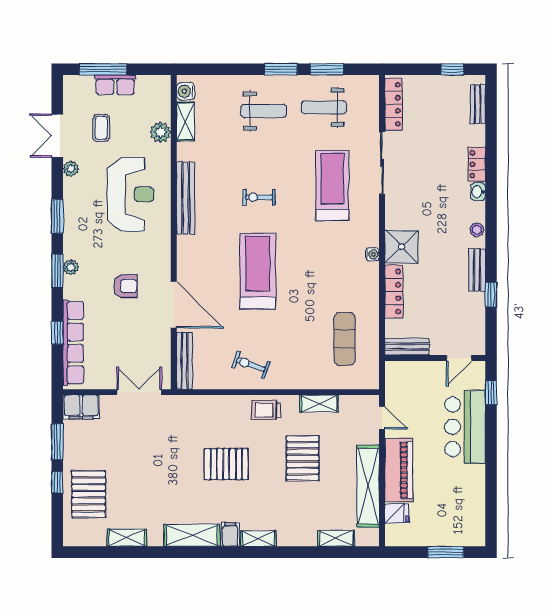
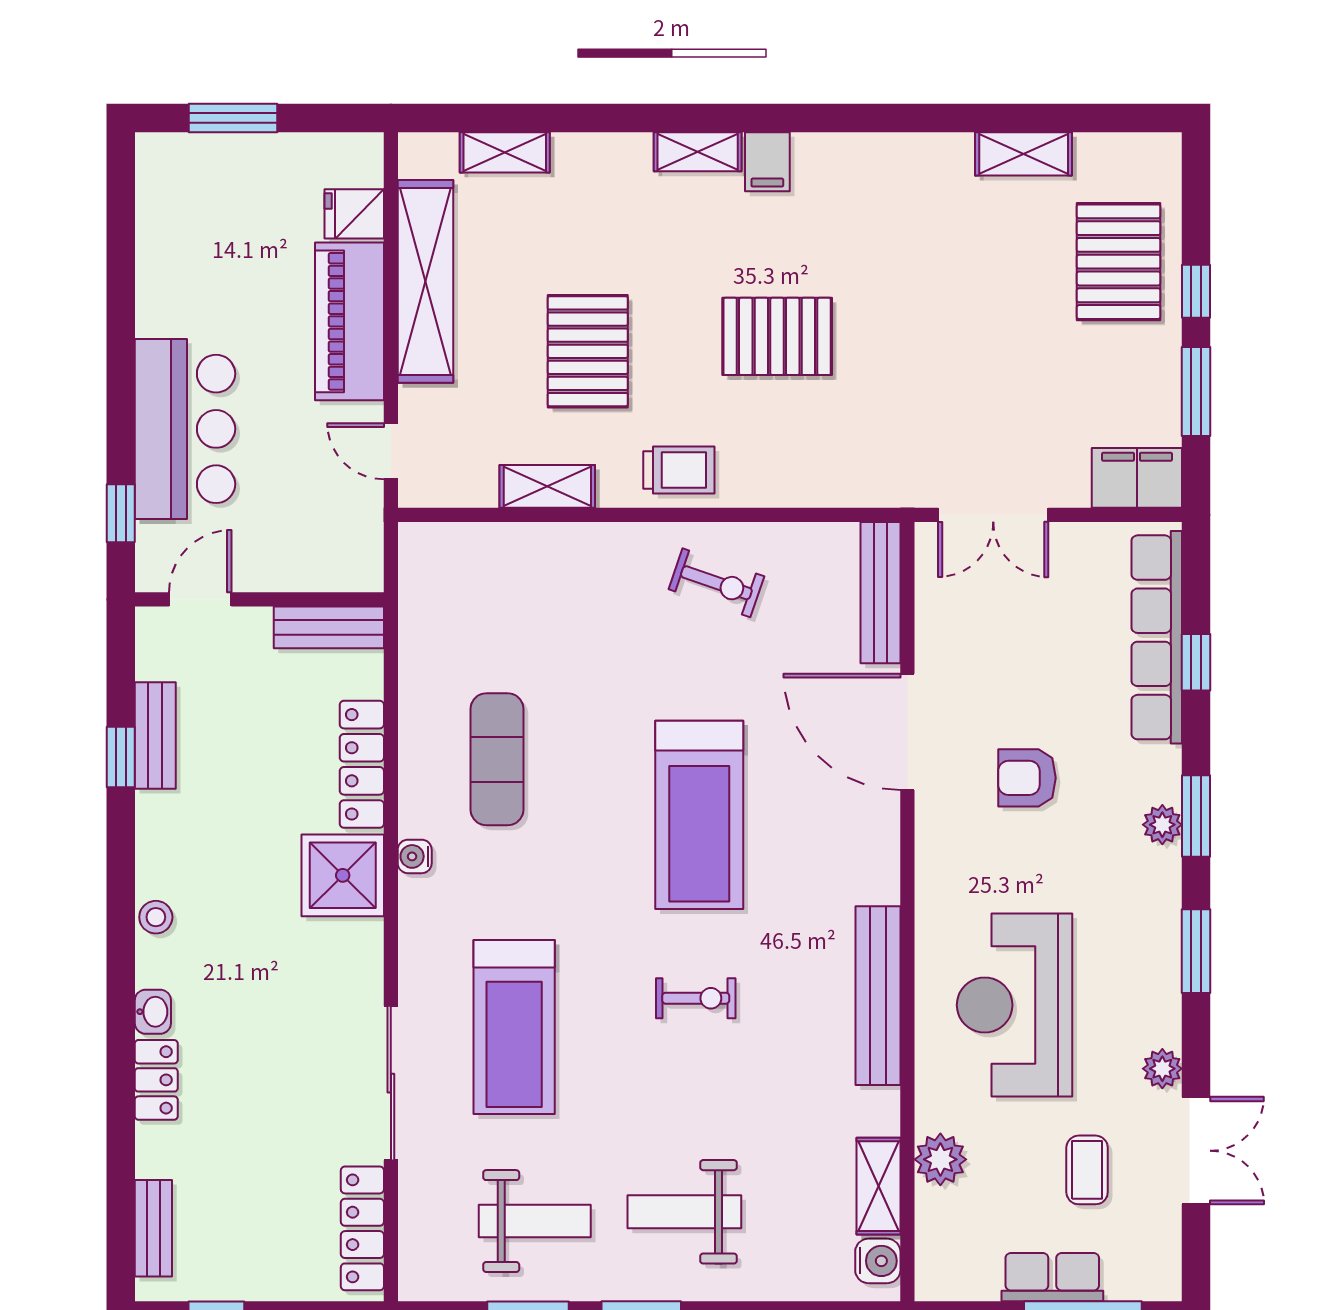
bench: (477, 270) -> (155, 735), moved
exercise mat: (345, 339) -> (497, 759), moved
shelving: (192, 535) -> (862, 160), removed

